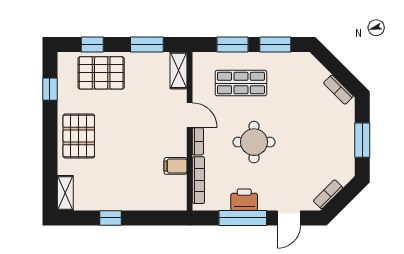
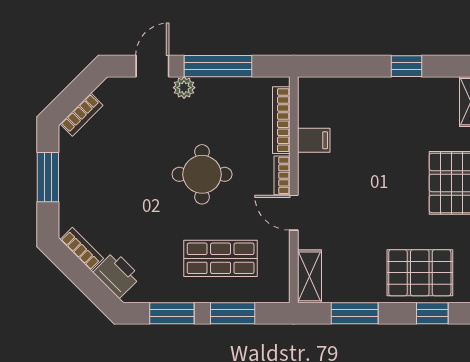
bookcase: (328, 194) -> (82, 115), moved
printer: (244, 200) -> (117, 275), moved, turned -135
plant: (267, 203) -> (184, 88), added

